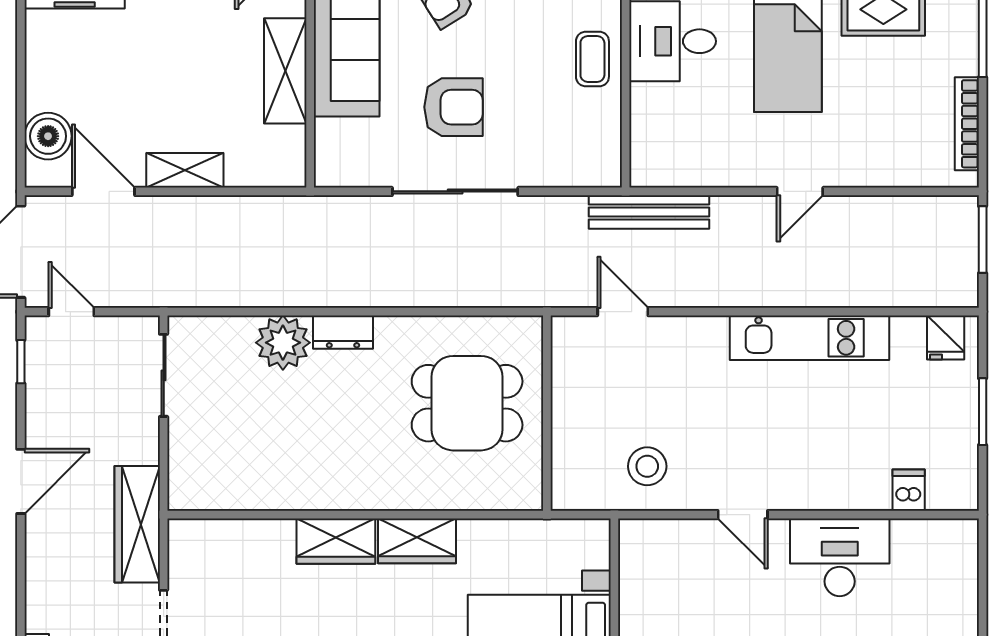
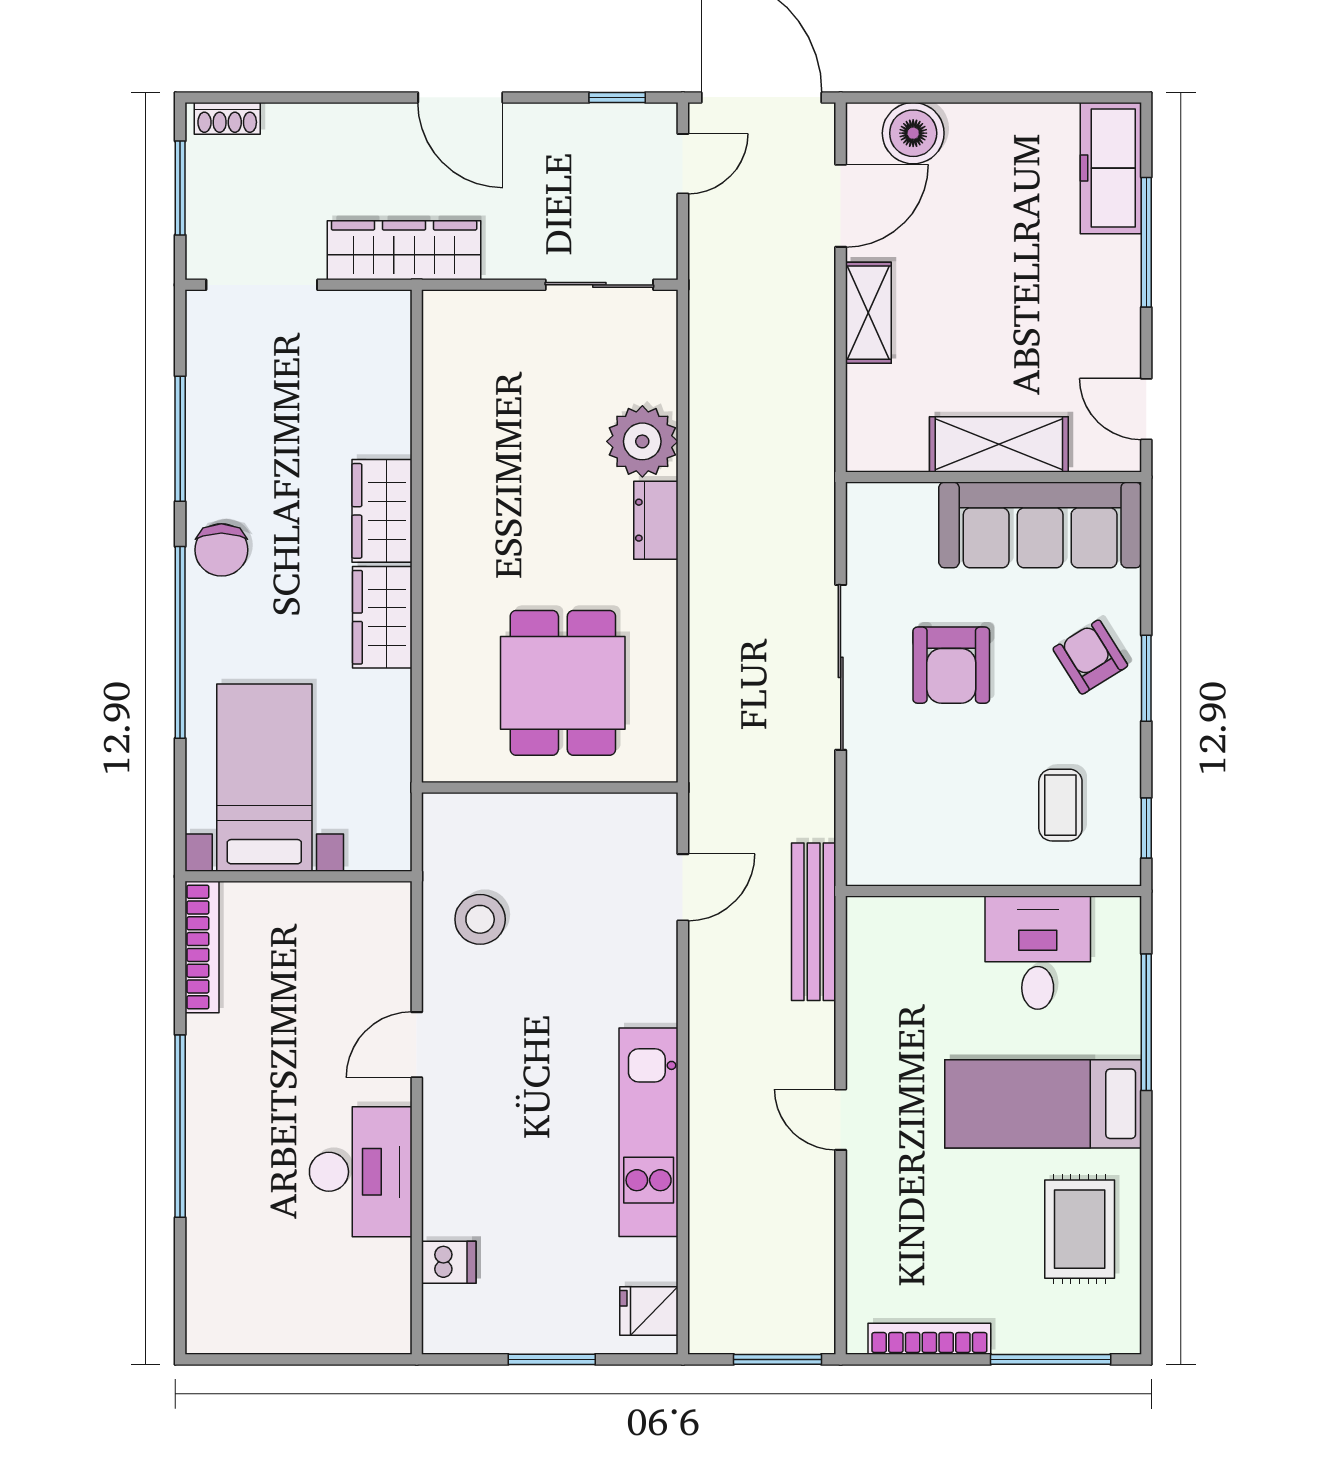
coffee table: (592, 59) -> (1060, 805), moved, turned 90

